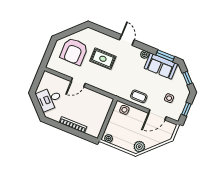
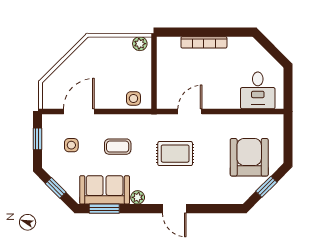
window: (71, 31) -> (266, 187), added
rug: (103, 59) -> (175, 154), moved
door: (78, 82) -> (190, 112), moved
coffee table: (139, 96) -> (118, 147), moved
desk: (49, 99) -> (258, 90), moved, turned 135
plant: (139, 147) -> (87, 51), removed

